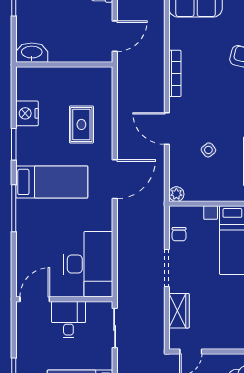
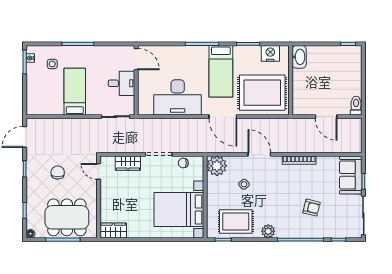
washbasin: (32, 53) -> (299, 57), moved
wall: (64, 64) -> (291, 80), moved
rug: (81, 124) -> (262, 93), width x1.86, depth x2.06
door: (167, 128) -> (259, 154), hinge flipped
plant: (176, 194) -> (217, 166), width x1.88, depth x1.88
desk: (88, 264) -> (178, 97), moved

